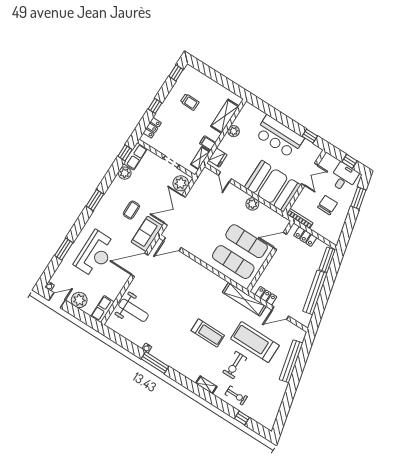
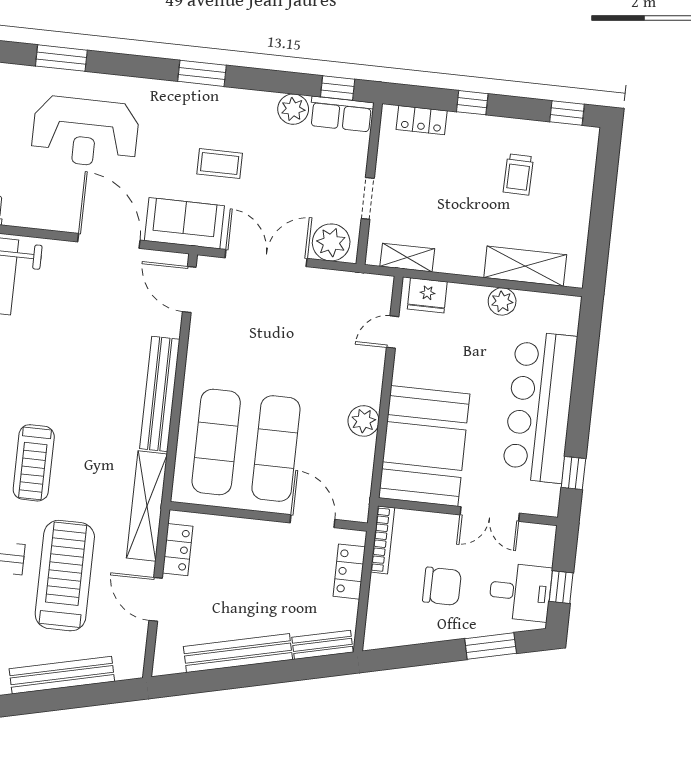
bar counter: (279, 136) -> (540, 407), width x1.36
filing cabinet: (208, 143) -> (448, 258), removed
bench: (205, 274) -> (160, 394), added

